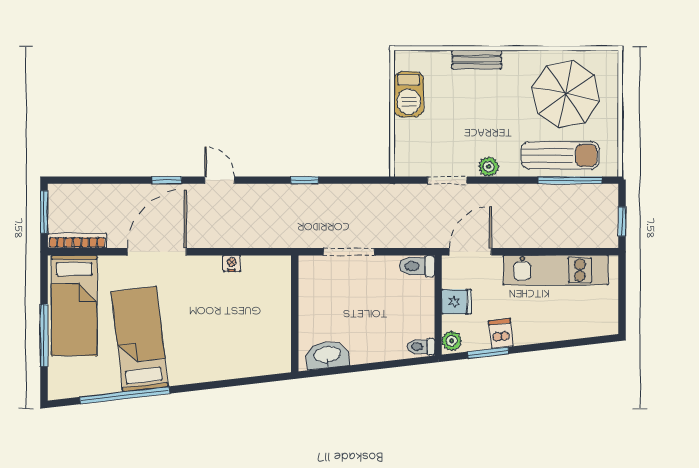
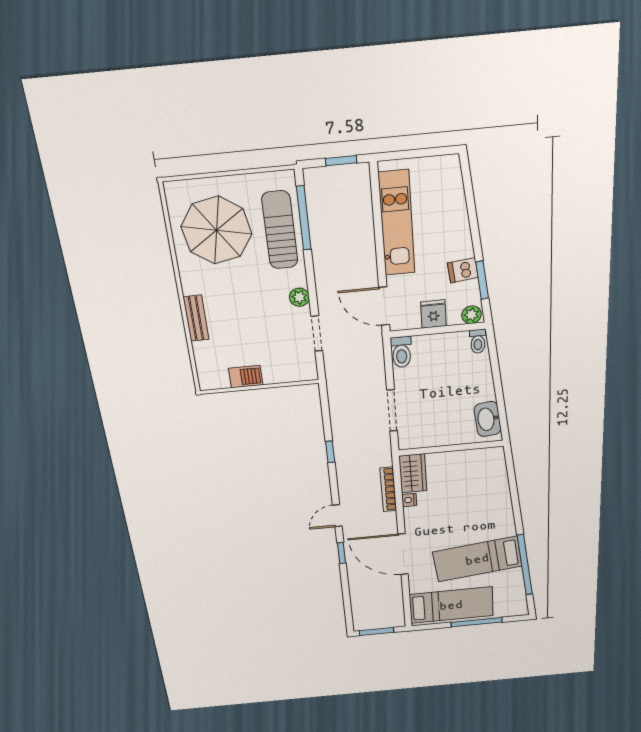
barbecue: (409, 94) -> (246, 377), width x0.73, depth x0.79
bookcase: (77, 241) -> (388, 489), moved
wardrobe: (267, 270) -> (413, 473), added

